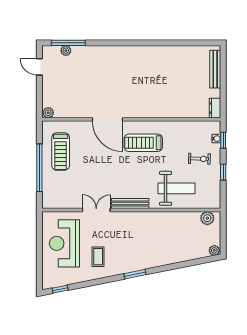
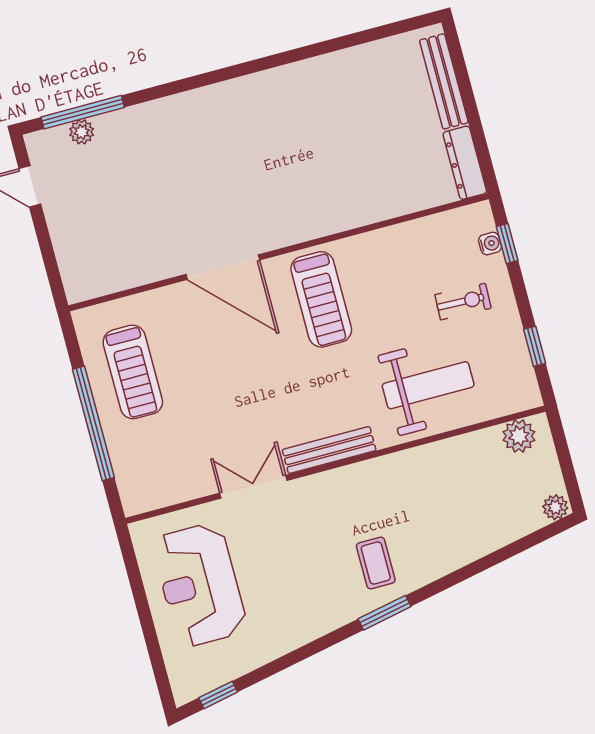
dresser: (215, 108) -> (465, 163), width x1.44
plant: (48, 113) -> (79, 289), removed
treadmill: (143, 143) -> (321, 299), turned -90
window: (223, 172) -> (535, 346), moved
coffee table: (98, 257) -> (376, 563), moved

